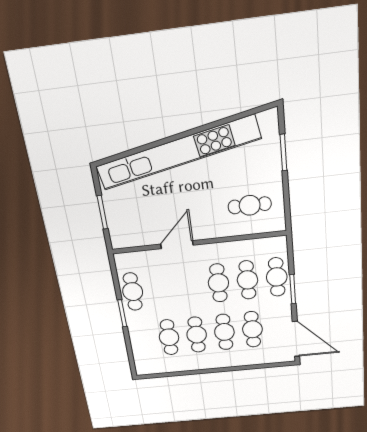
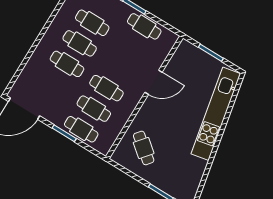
kitchen unit: (178, 153) -> (216, 114), width x0.73
cafe table: (250, 205) -> (144, 148), turned -51
door: (177, 245) -> (154, 82), hinge flipped
cafe table: (252, 329) -> (54, 85), removed

